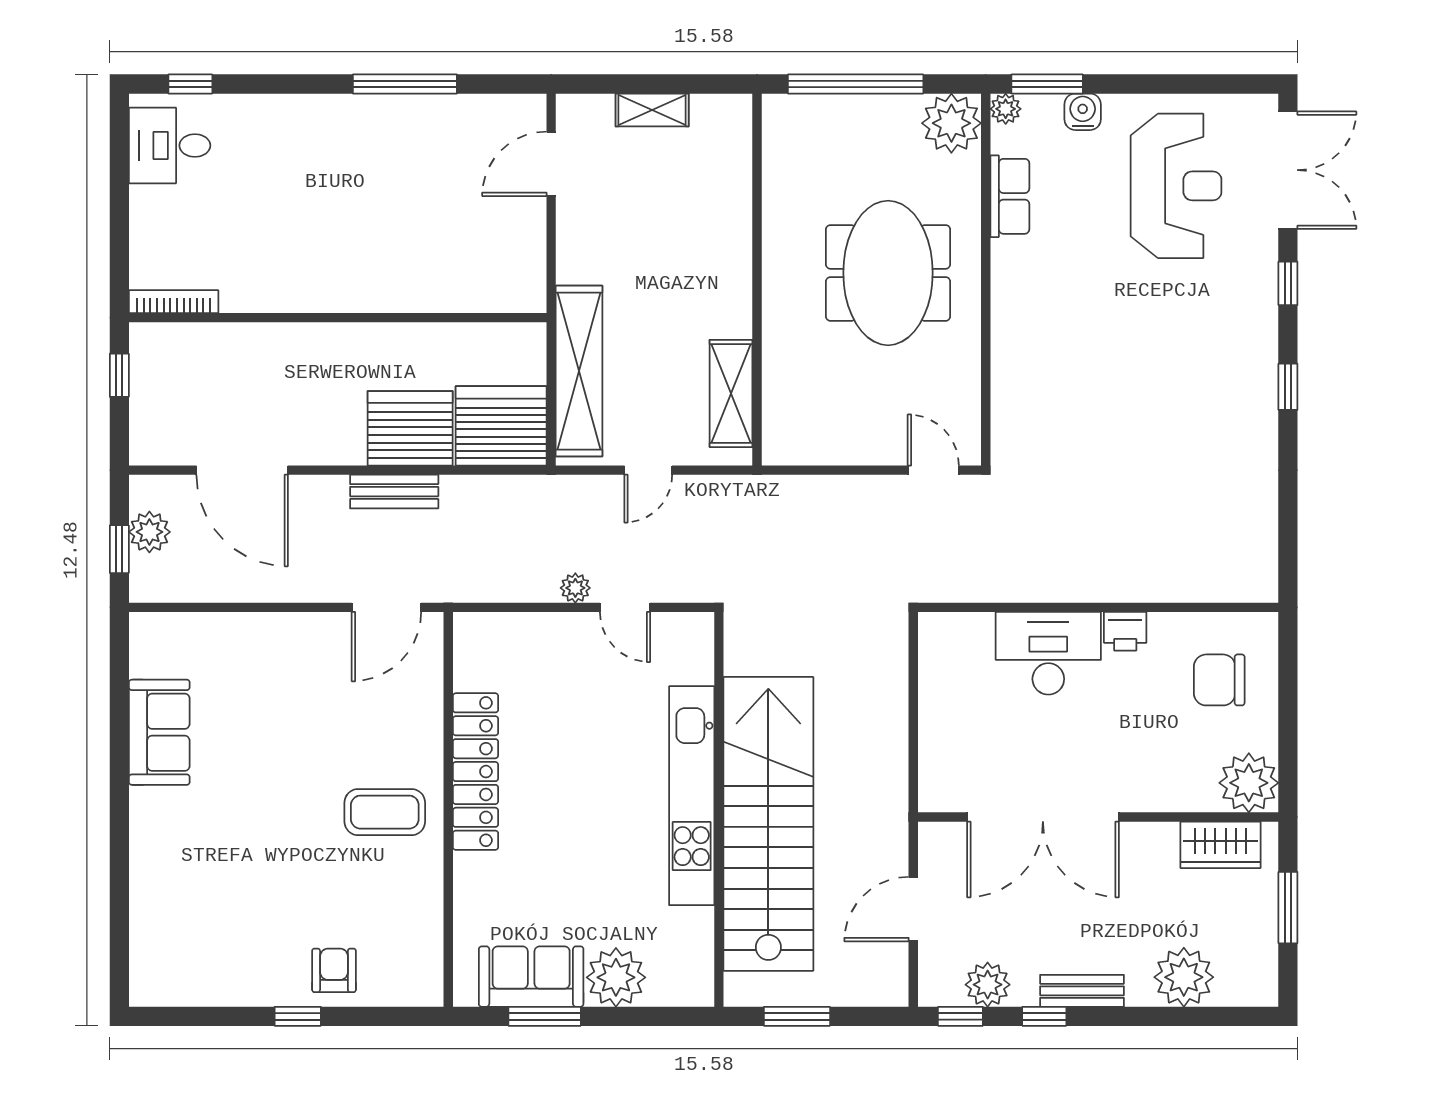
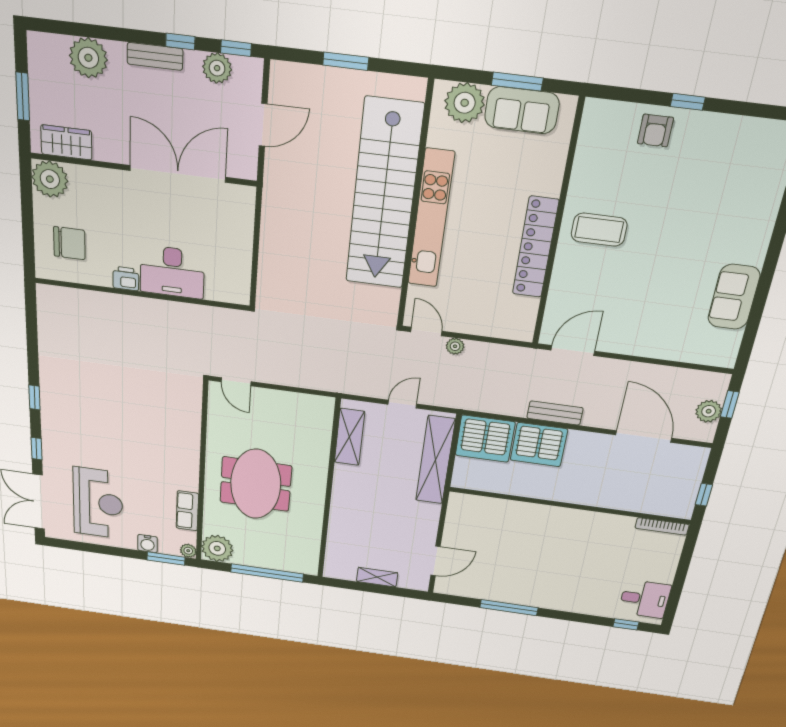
reception desk: (1176, 186) -> (98, 503), turned 180
kitchen unit: (692, 796) -> (431, 219), moved
wall: (719, 809) -> (415, 208), moved
stairs: (768, 824) -> (384, 195), moved

